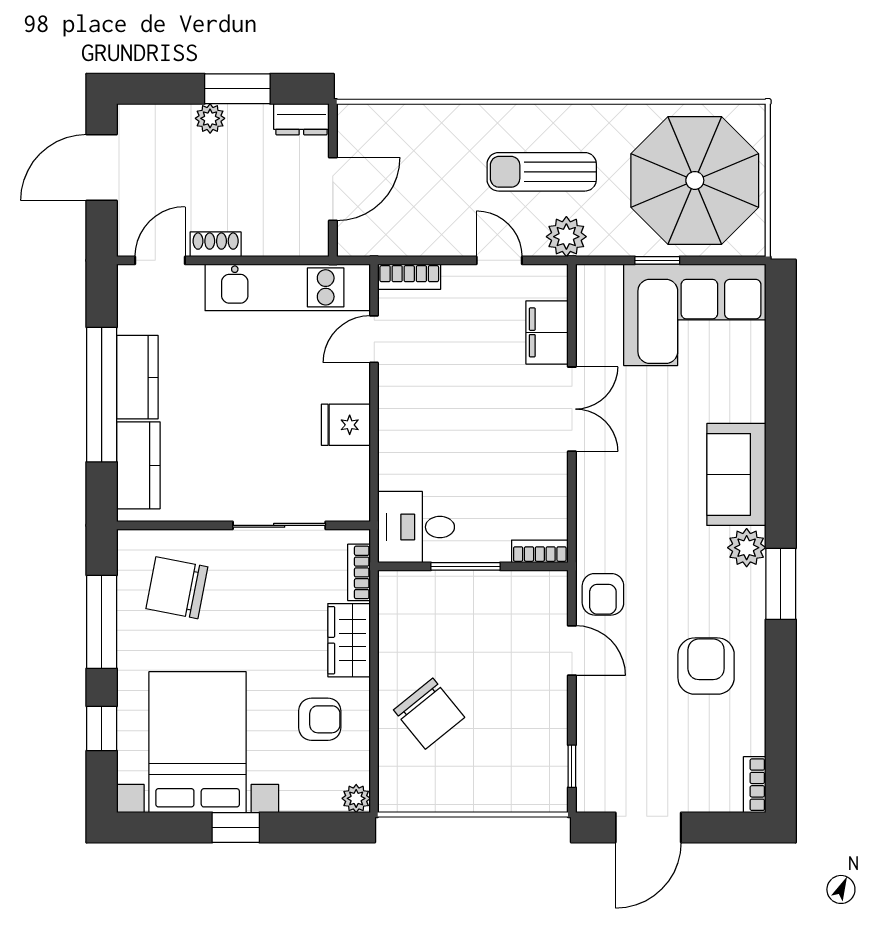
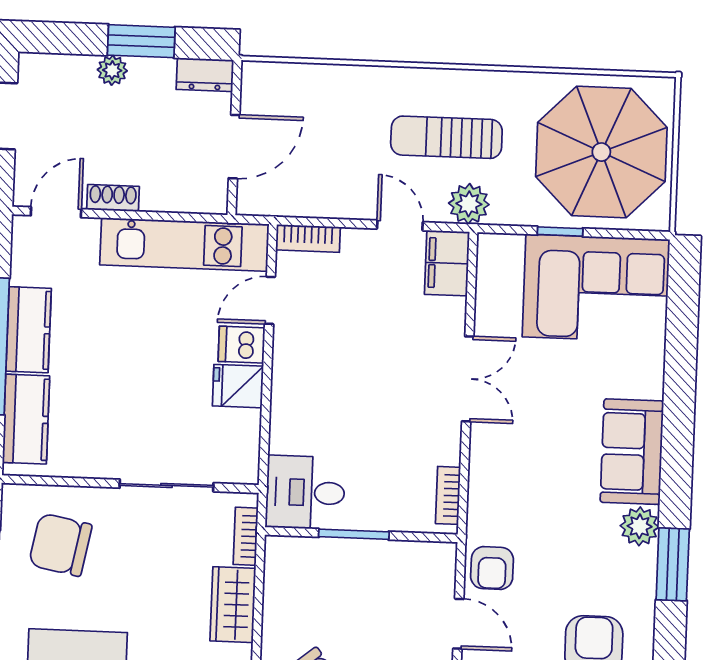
filing cabinet: (547, 332) -> (447, 263), moved
dishwasher: (348, 384) -> (242, 345), added
bookcase: (540, 551) -> (448, 495), moved, turned -90

